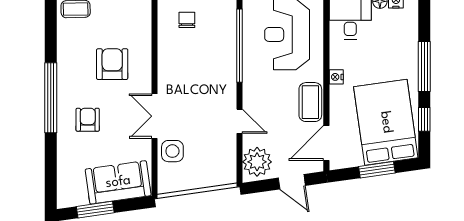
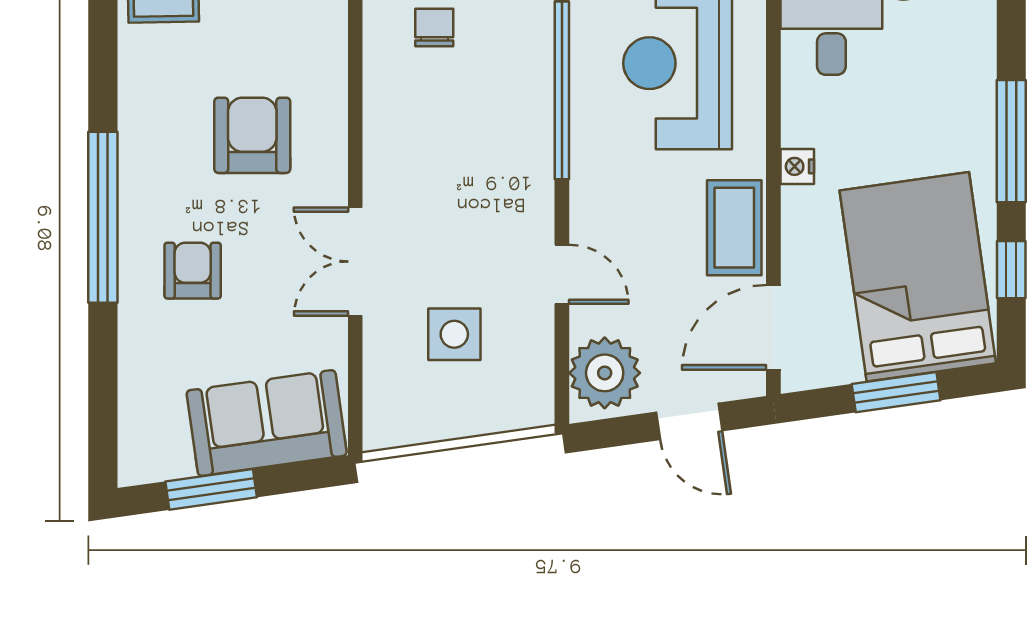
side table: (172, 151) -> (454, 334), moved

